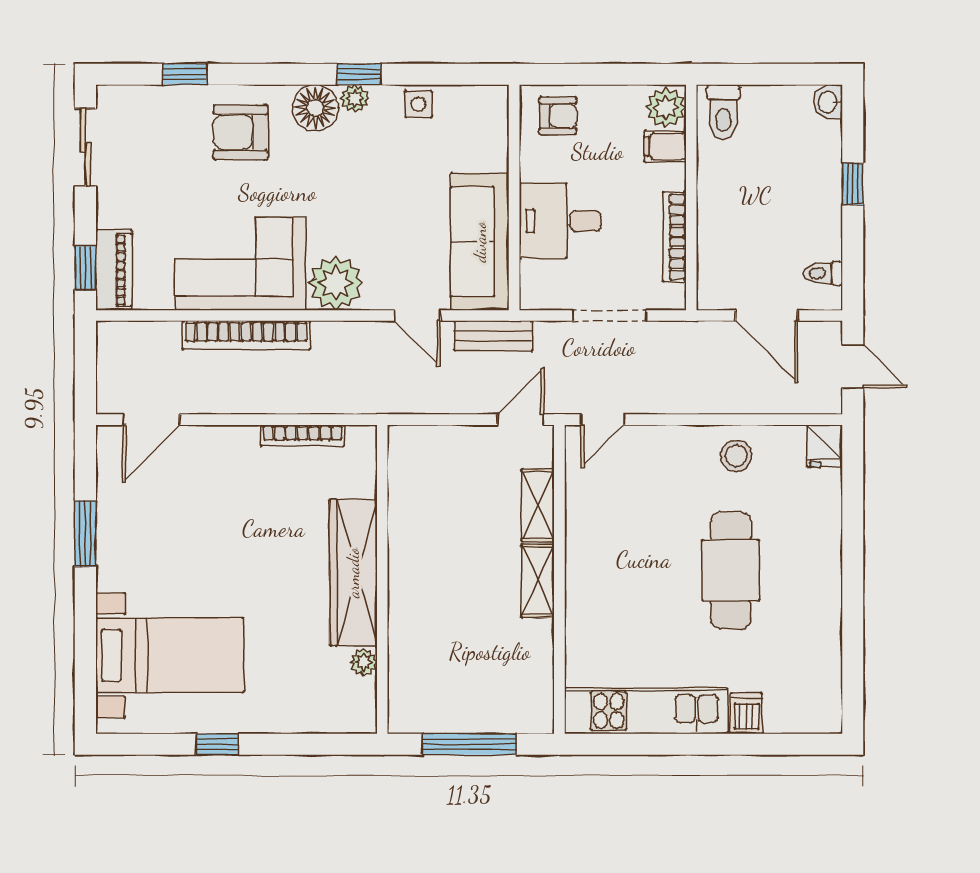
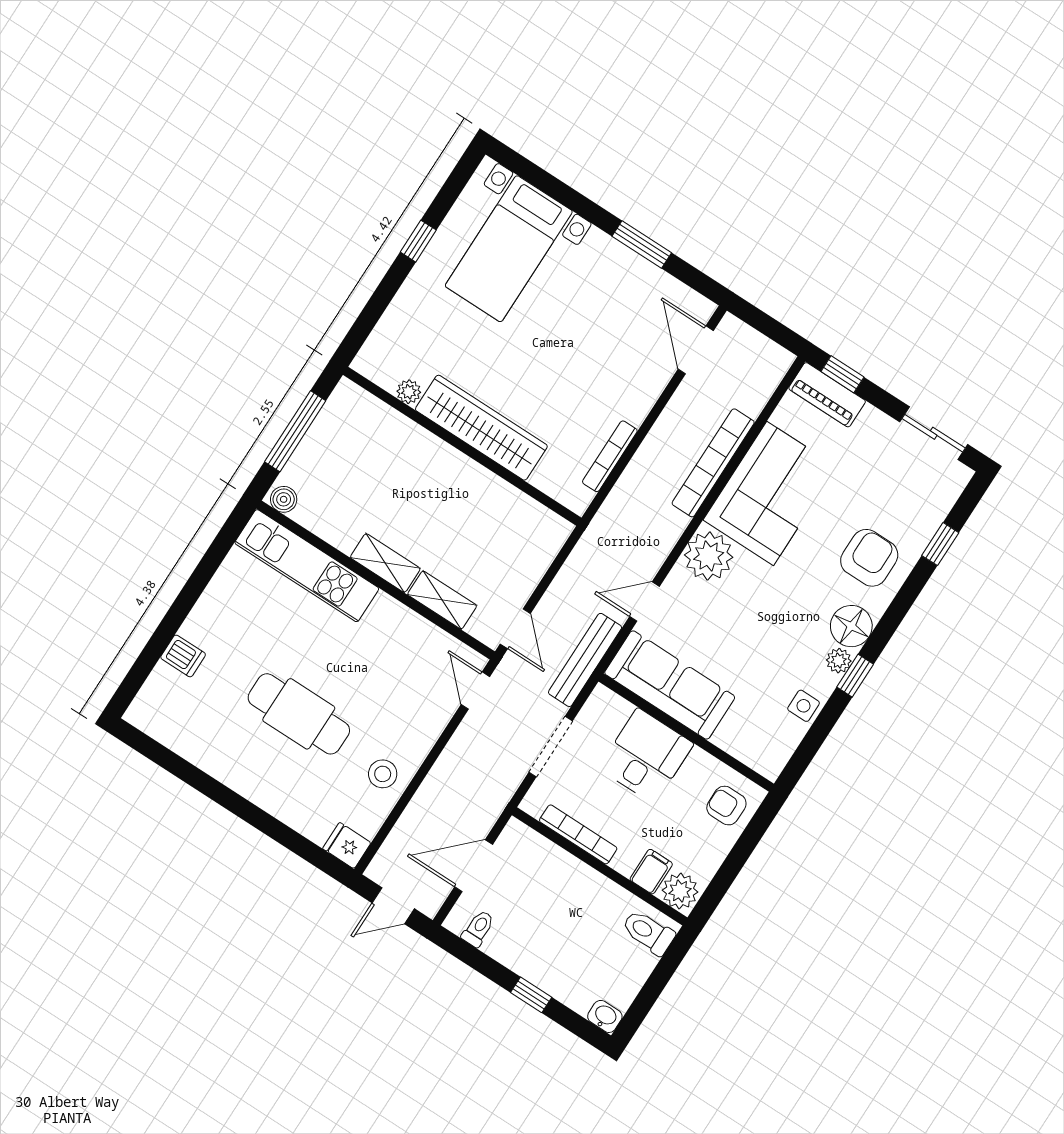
armchair: (558, 116) -> (726, 806), turned 90
bench: (493, 336) -> (585, 660), width x1.36
kitchen unit: (646, 711) -> (307, 566), moved, turned 90
boiler: (540, 714) -> (284, 499), added

